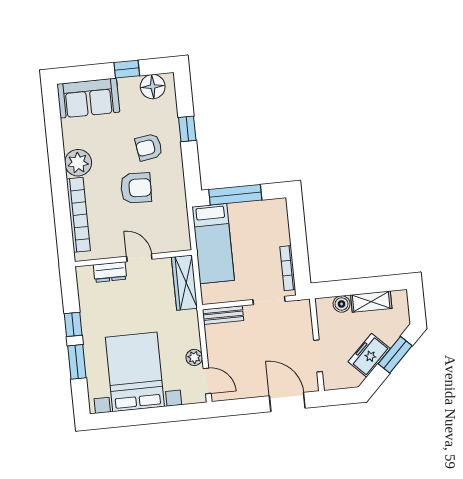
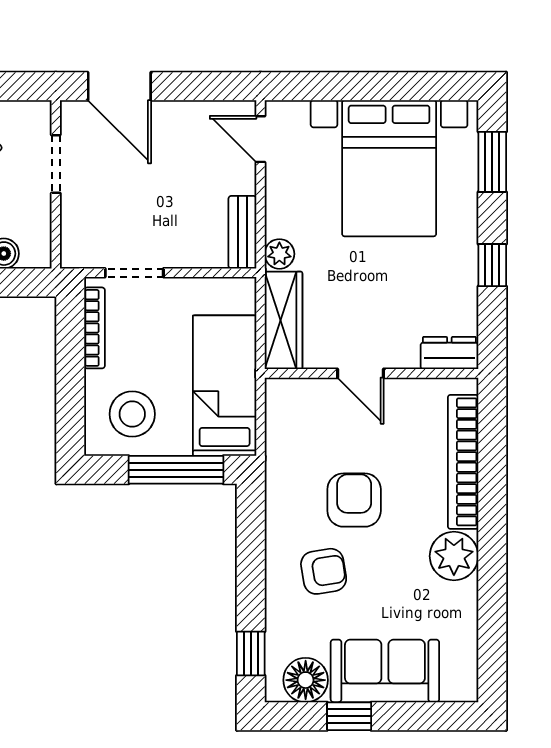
sofa: (88, 98) -> (385, 671), moved
window: (187, 129) -> (251, 654), moved
armchair: (136, 188) -> (354, 500), turned 88
stool: (262, 223) -> (132, 414), added
dresser: (110, 272) -> (449, 353), moved
bench: (223, 315) -> (242, 232), moved, turned 90
plant: (194, 357) -> (279, 254), moved
window: (77, 362) -> (492, 162), moved

